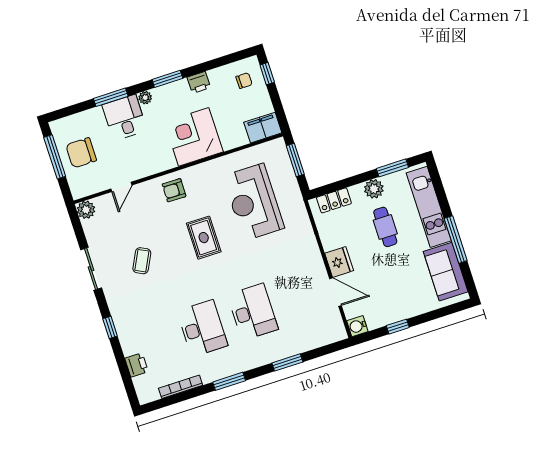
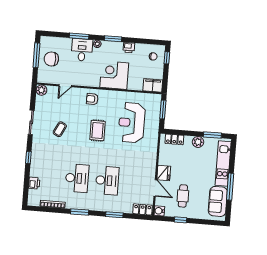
cafe table: (385, 227) -> (183, 196), moved
locker: (329, 335) -> (142, 209), added

